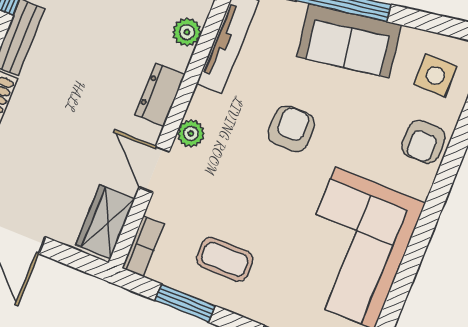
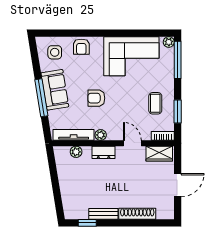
plant: (191, 133) -> (101, 135), moved
armchair: (423, 142) -> (81, 47), turned 90
door: (154, 169) -> (132, 143), swing flipped

